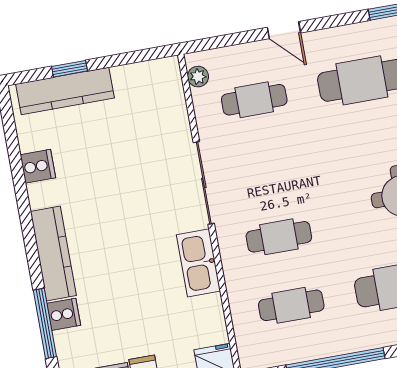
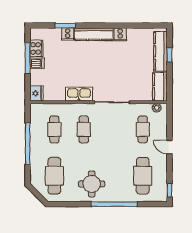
door: (284, 30) -> (170, 147), hinge flipped
kitchen counter: (147, 77) -> (160, 87), added
cooker: (38, 166) -> (120, 34), moved
window: (45, 323) -> (65, 26), width x0.69

